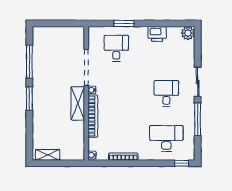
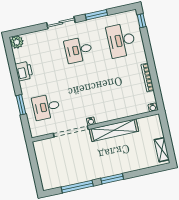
shelving: (78, 103) -> (114, 130), width x1.47
bookcase: (93, 116) -> (115, 115), removed
window: (198, 119) -> (96, 15), width x0.69

